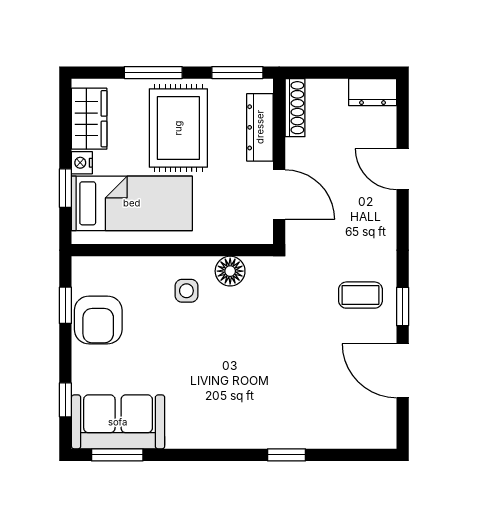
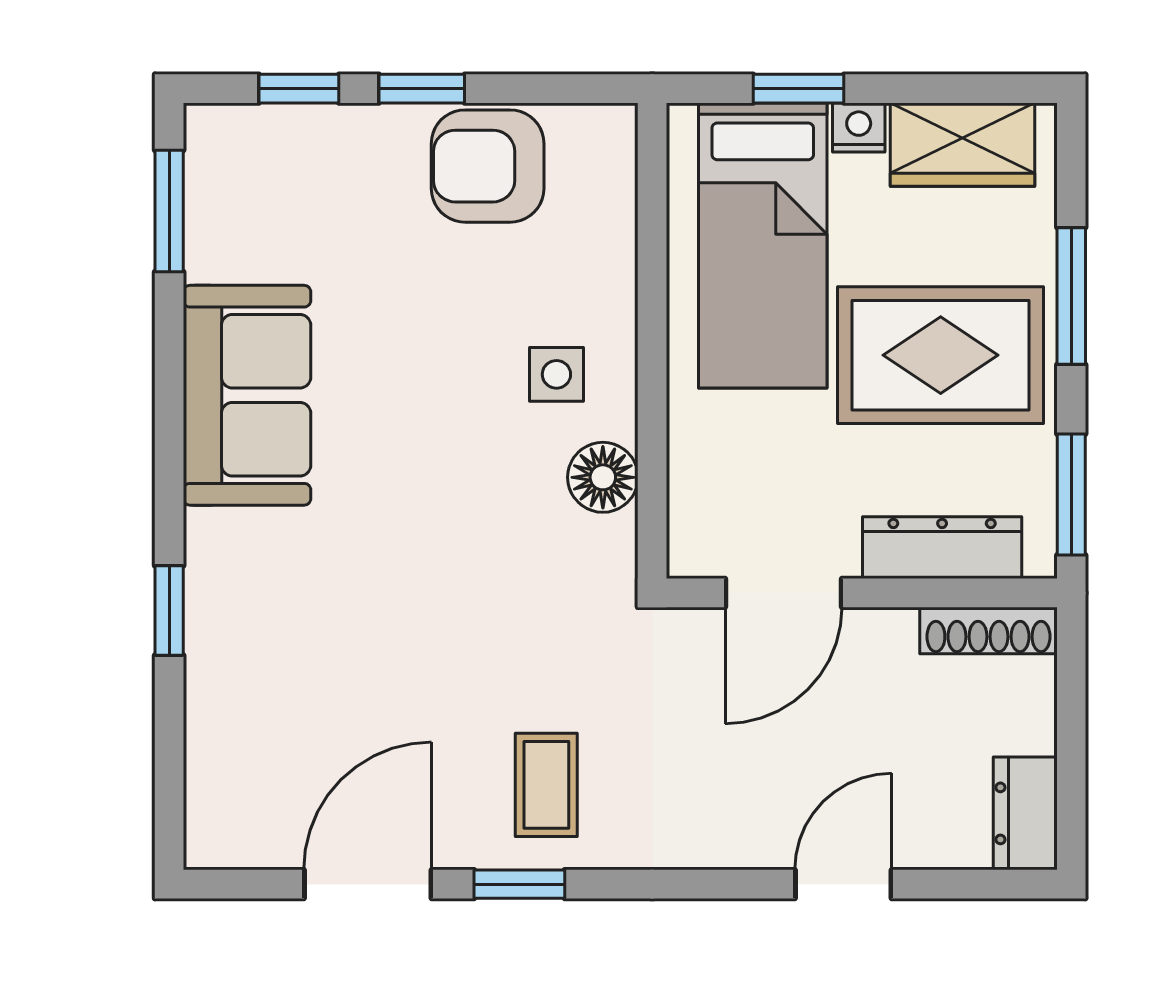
window: (65, 305) -> (422, 89), moved
sofa: (118, 422) -> (247, 395), moved

